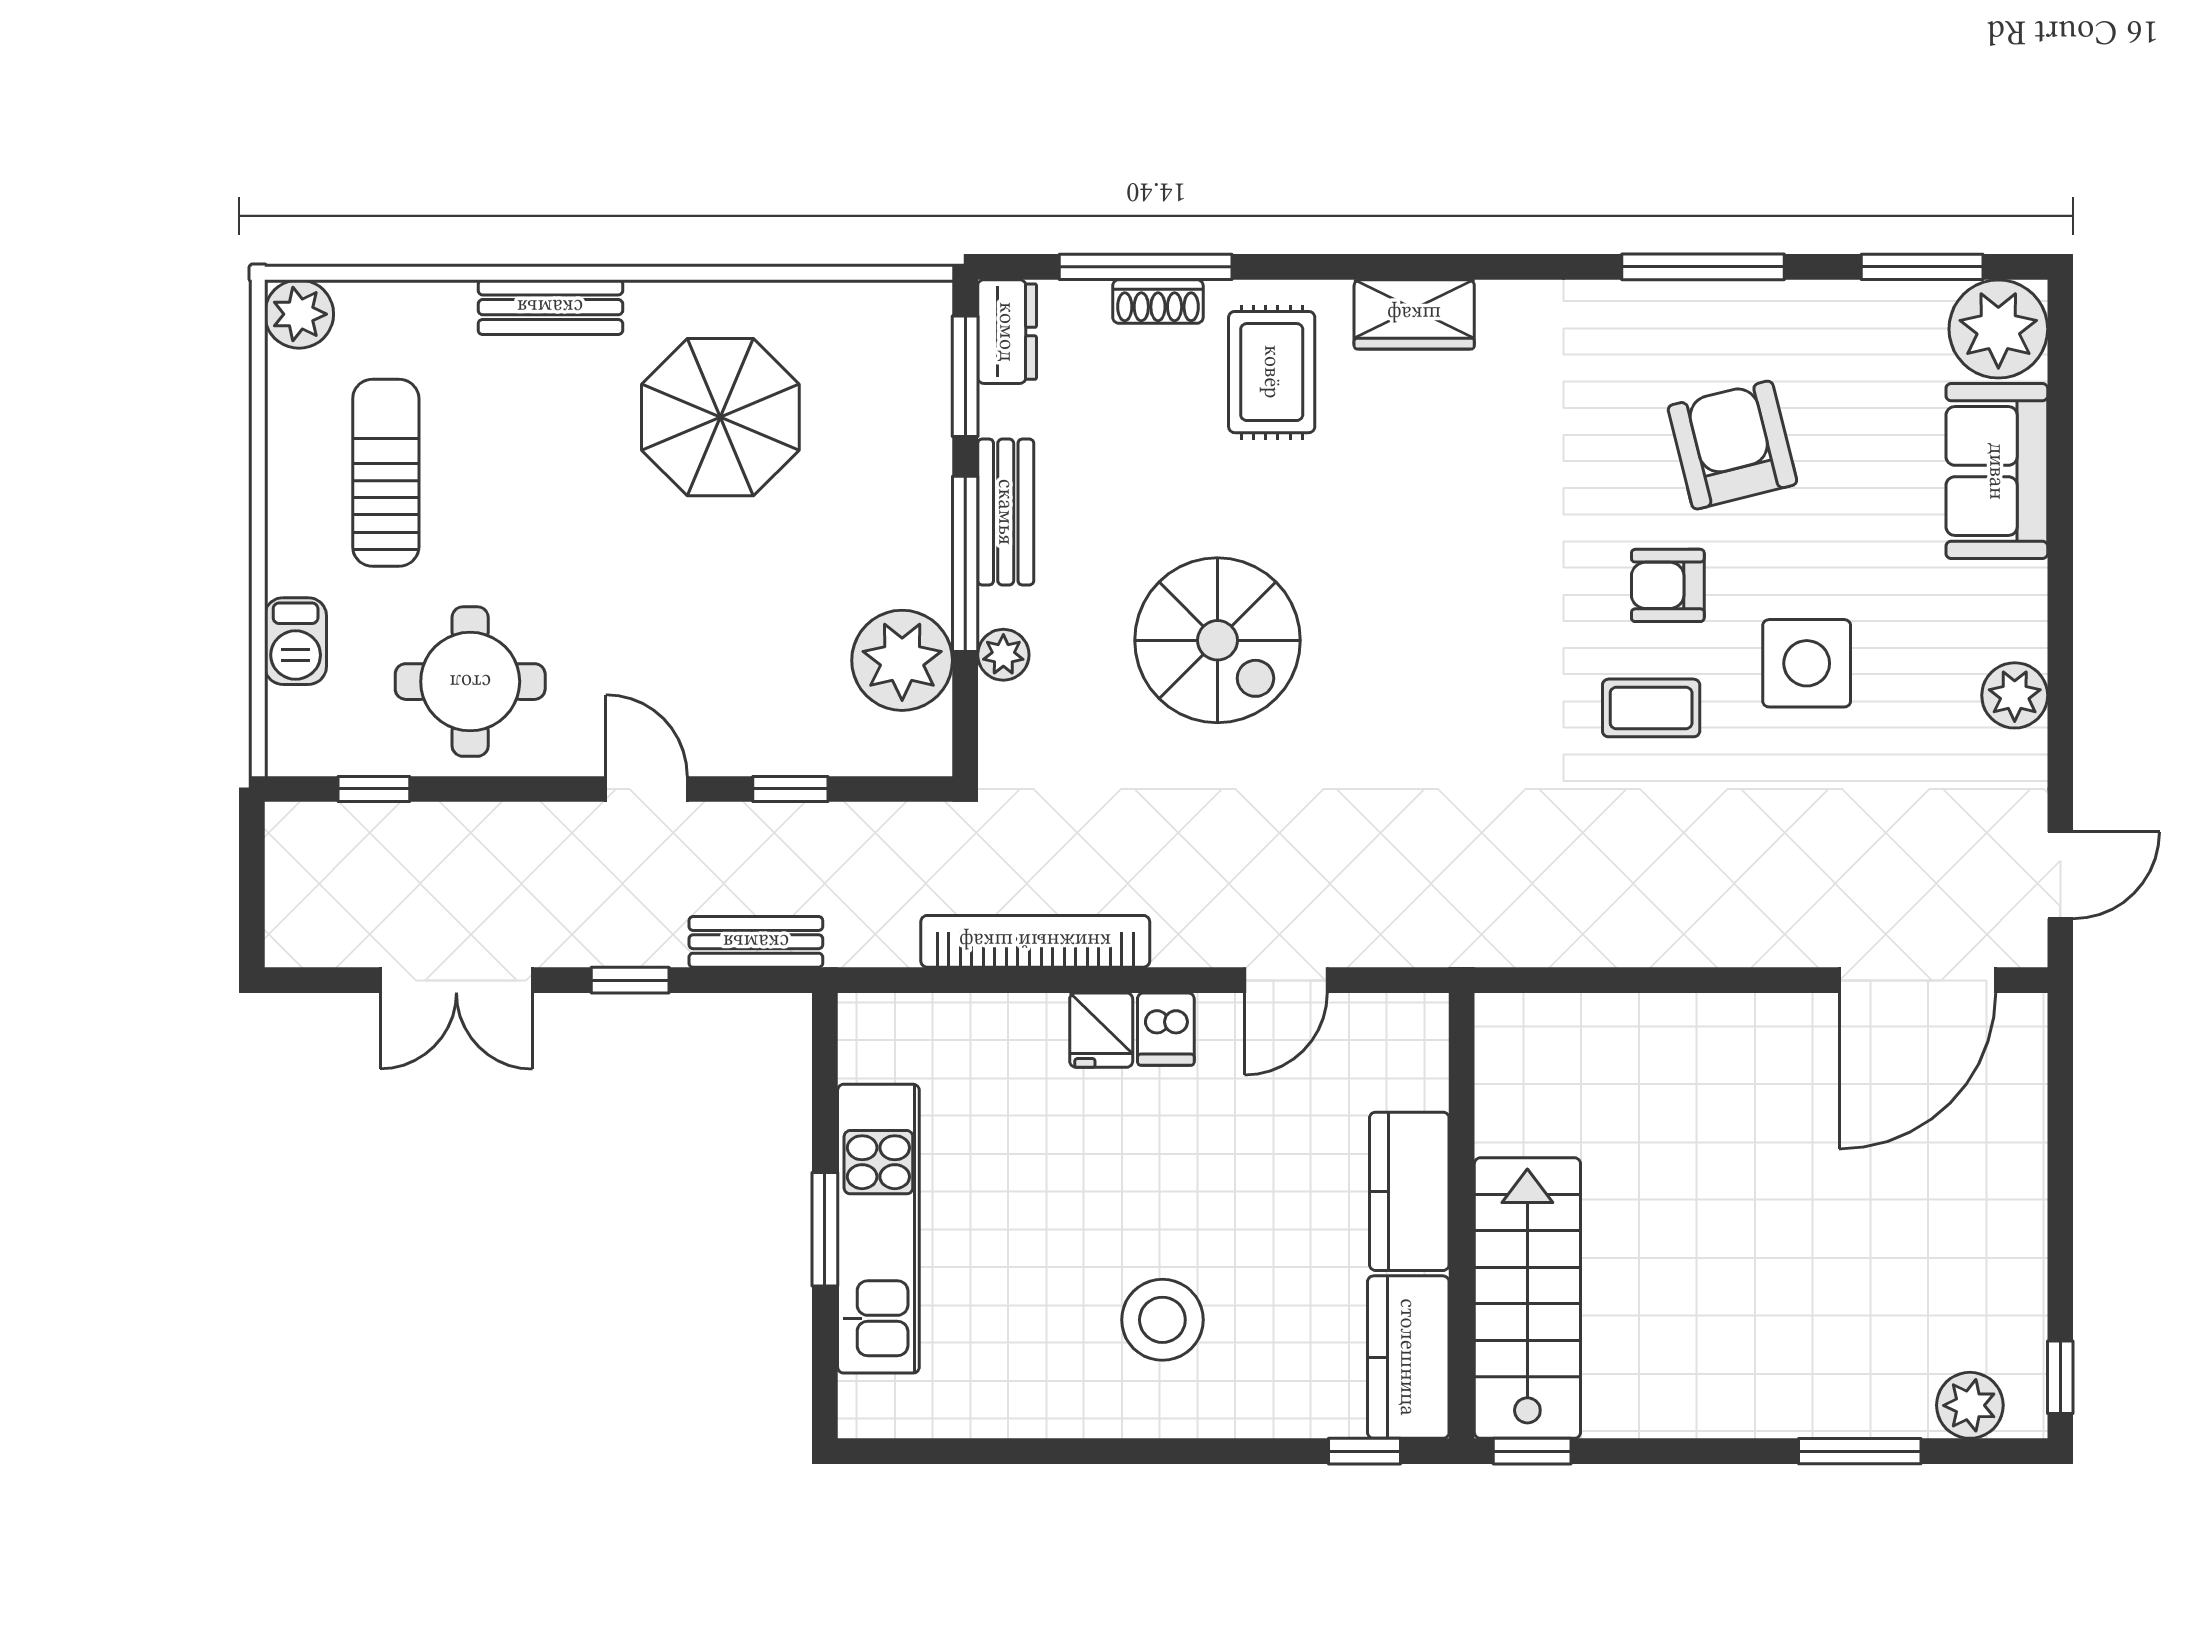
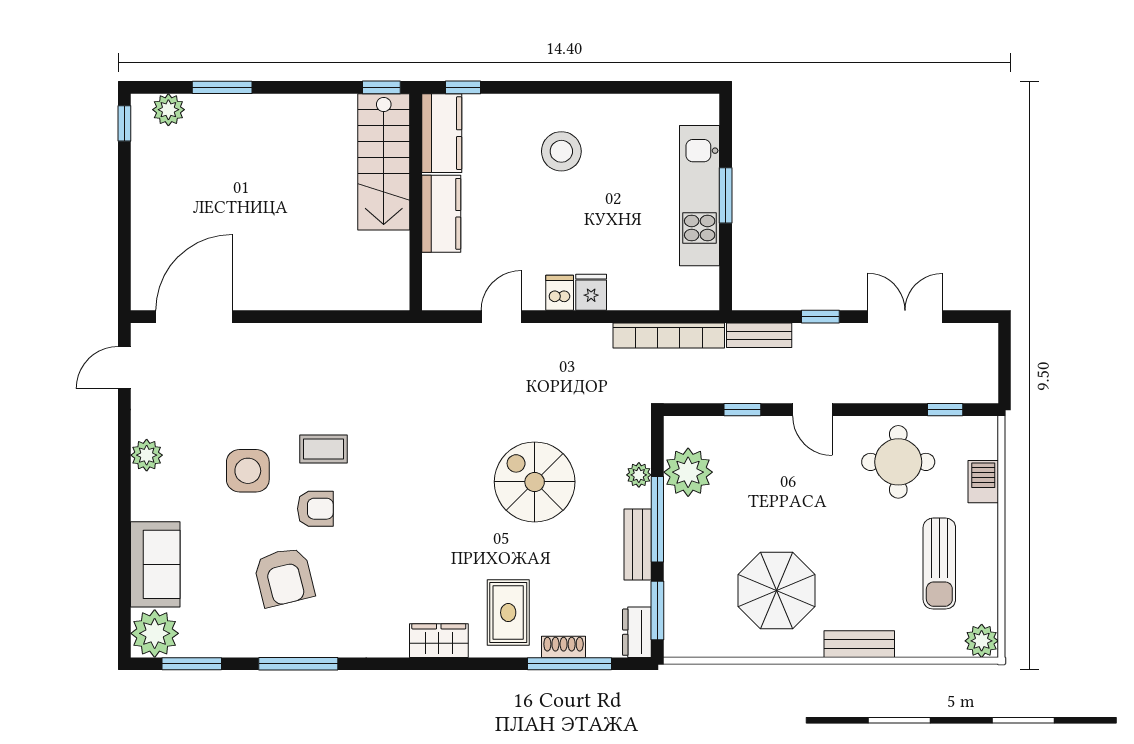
bookcase: (1035, 941) -> (669, 335), moved

